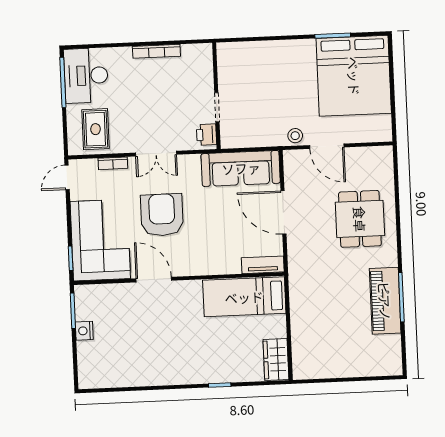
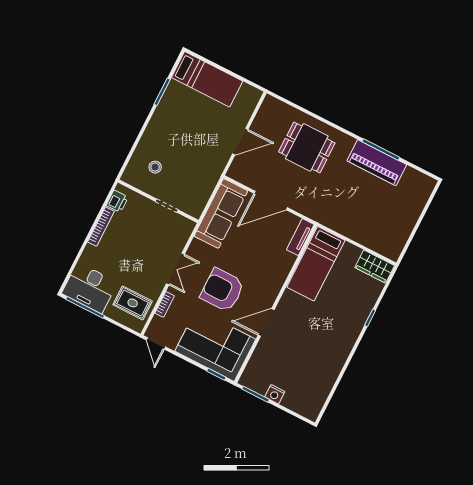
bed: (354, 76) -> (207, 79), width x0.49
printer: (207, 135) -> (117, 201), moved, turned -90
stool: (295, 136) -> (155, 167), moved

